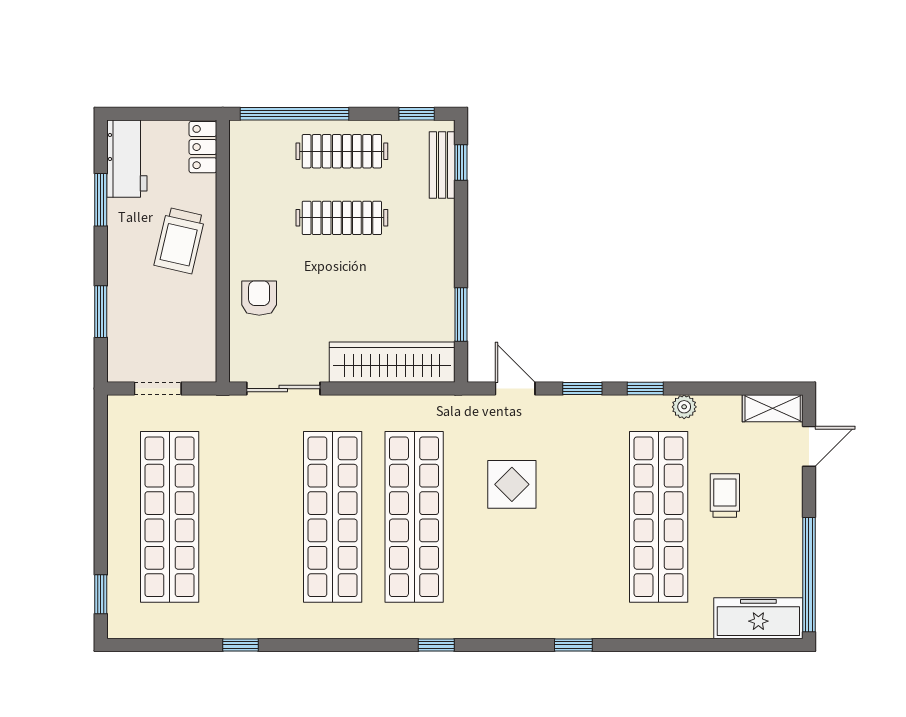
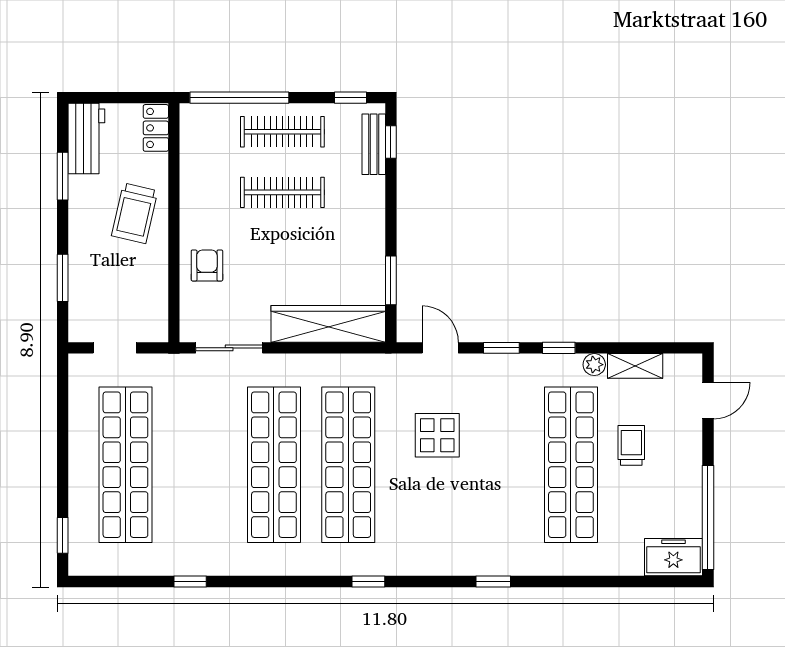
shelving: (773, 408) -> (635, 366), moved
freezer: (758, 618) -> (673, 557), width x0.71

